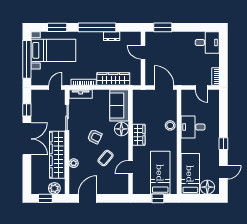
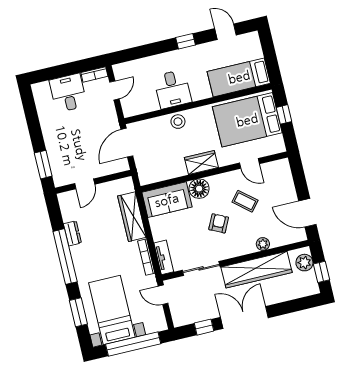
desk: (207, 43) -> (68, 93), moved
bed: (160, 173) -> (247, 120), width x1.50
floor lamp: (207, 187) -> (252, 49), removed

